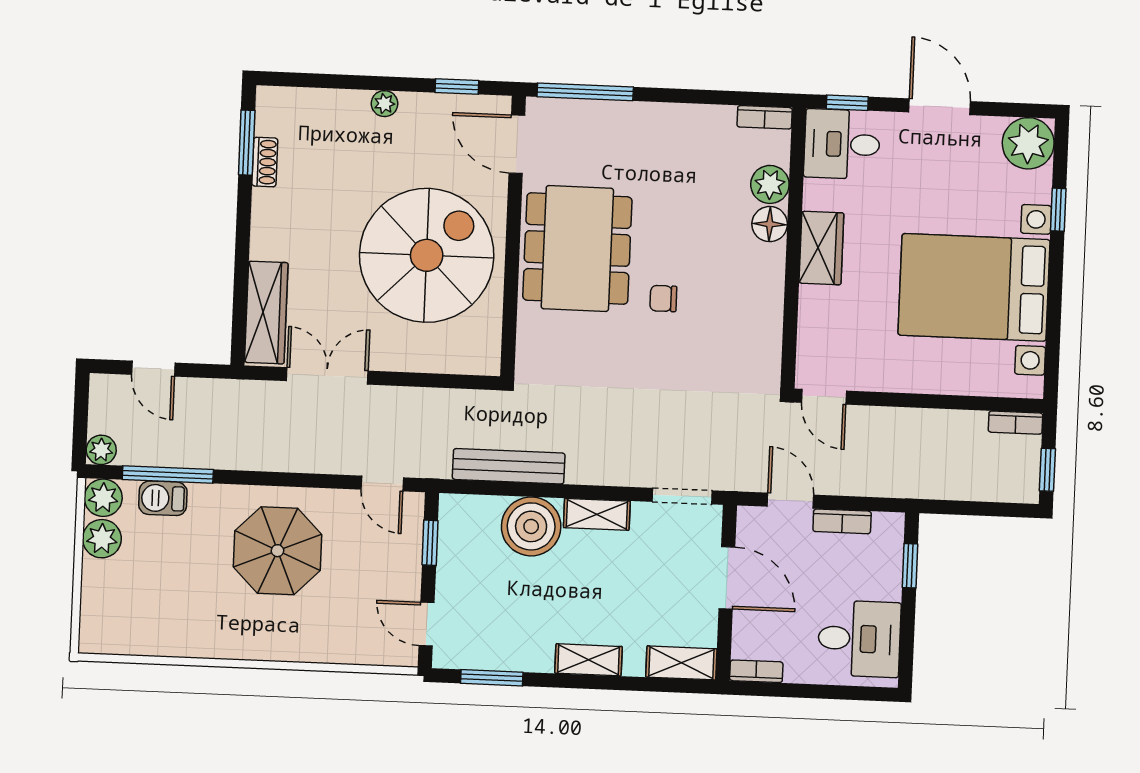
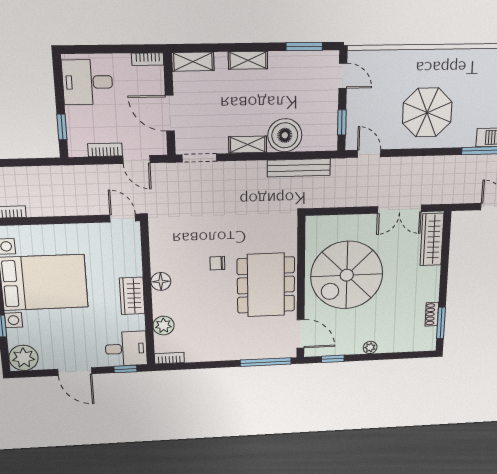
floor lamp: (770, 224) -> (161, 281), moved
chair: (663, 298) -> (217, 263), turned 180

